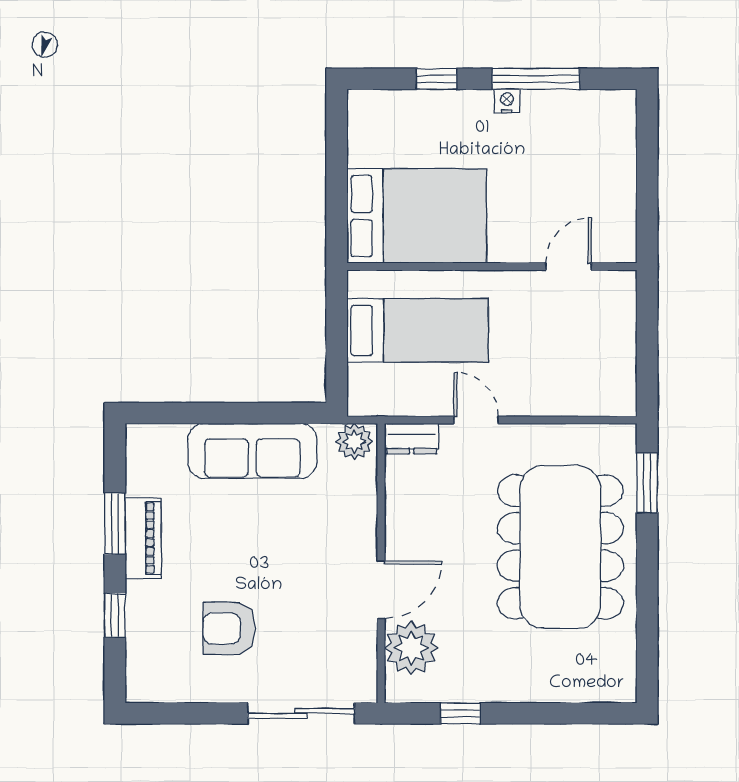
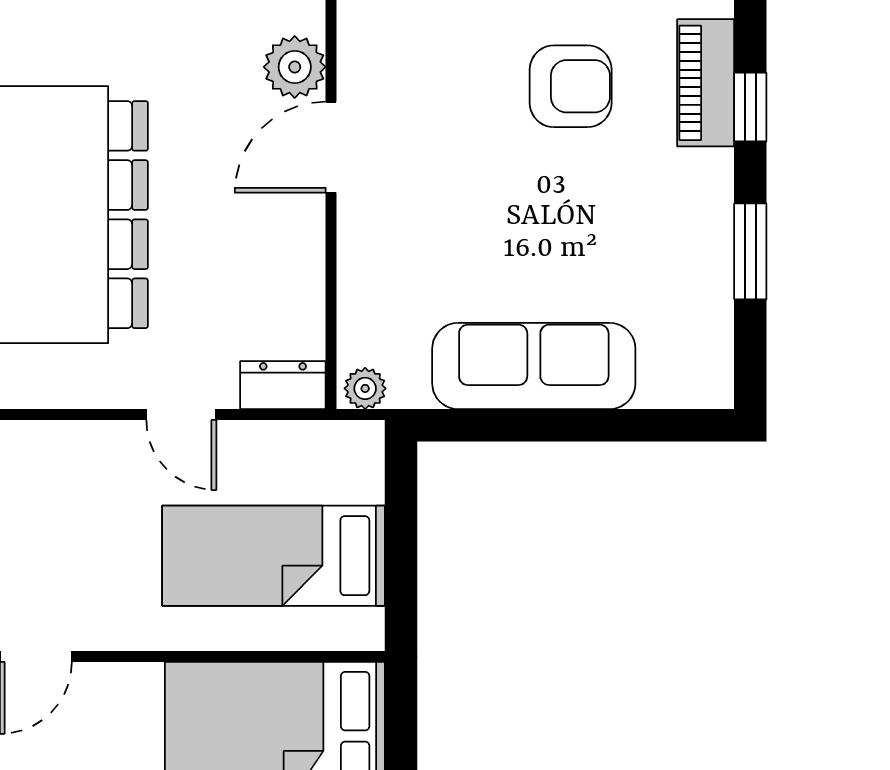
plant: (354, 442) -> (365, 388), width x0.73, depth x0.73
piano: (143, 538) -> (706, 83), moved
plant: (411, 648) -> (295, 67), width x0.73, depth x0.73

